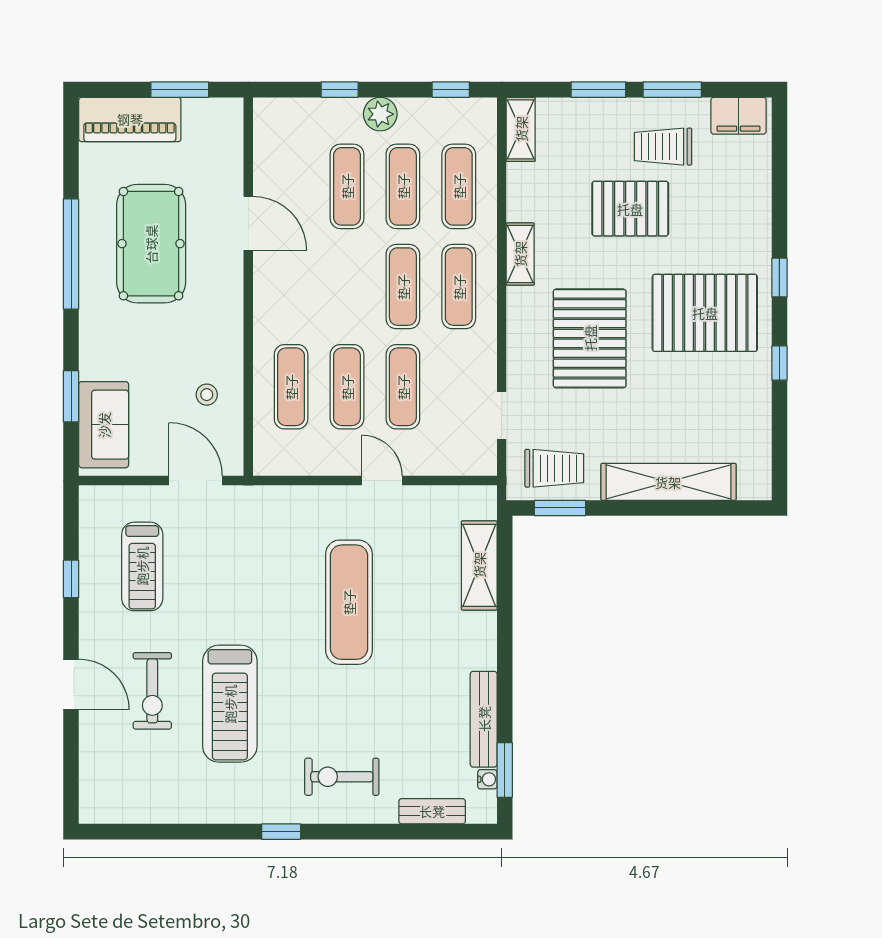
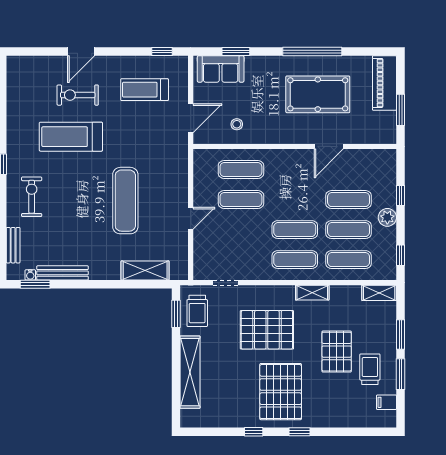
filing cabinet: (739, 116) -> (386, 402), width x0.50
exercise mat: (403, 387) -> (241, 230), removed
window: (71, 579) -> (162, 51), moved
exercise mat: (349, 602) -> (125, 201), turned 90

